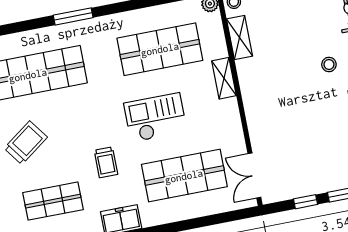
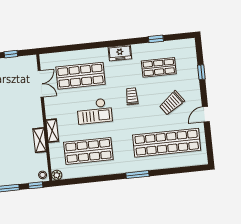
shelving: (240, 38) -> (40, 140), moved
trolley: (106, 162) -> (132, 96), moved
double door: (254, 175) -> (41, 84), moved

